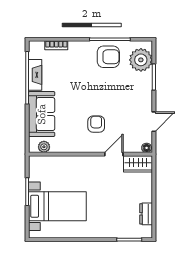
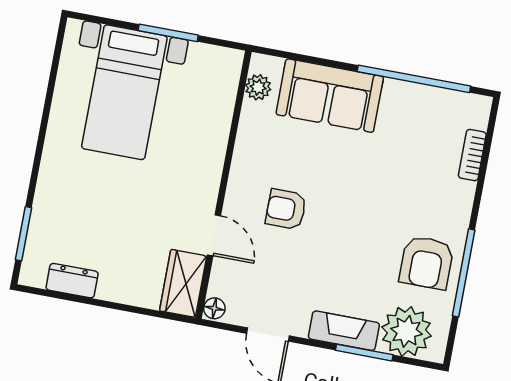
fireplace: (35, 75) -> (344, 331), moved, turned 180
armchair: (96, 124) -> (286, 209), turned 180

